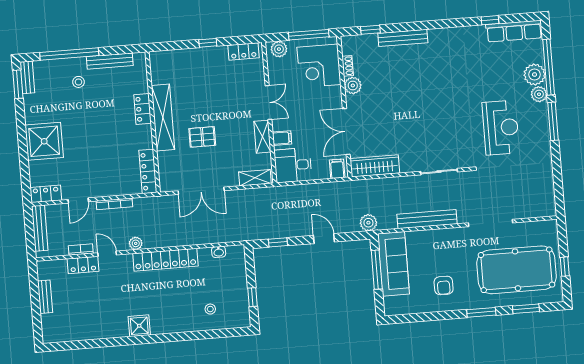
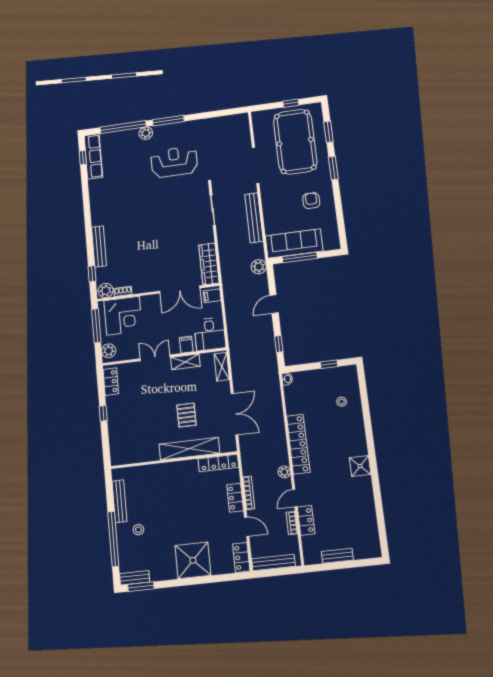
window: (490, 20) -> (83, 158), moved
plant: (535, 75) -> (129, 138), removed
plant: (353, 85) -> (106, 291), moved
locker: (143, 109) -> (235, 498), moved, turned 90
shelving: (163, 118) -> (189, 449), moved
washbasin: (219, 252) -> (287, 379), moved
armchair: (444, 285) -> (311, 201), turned -90

